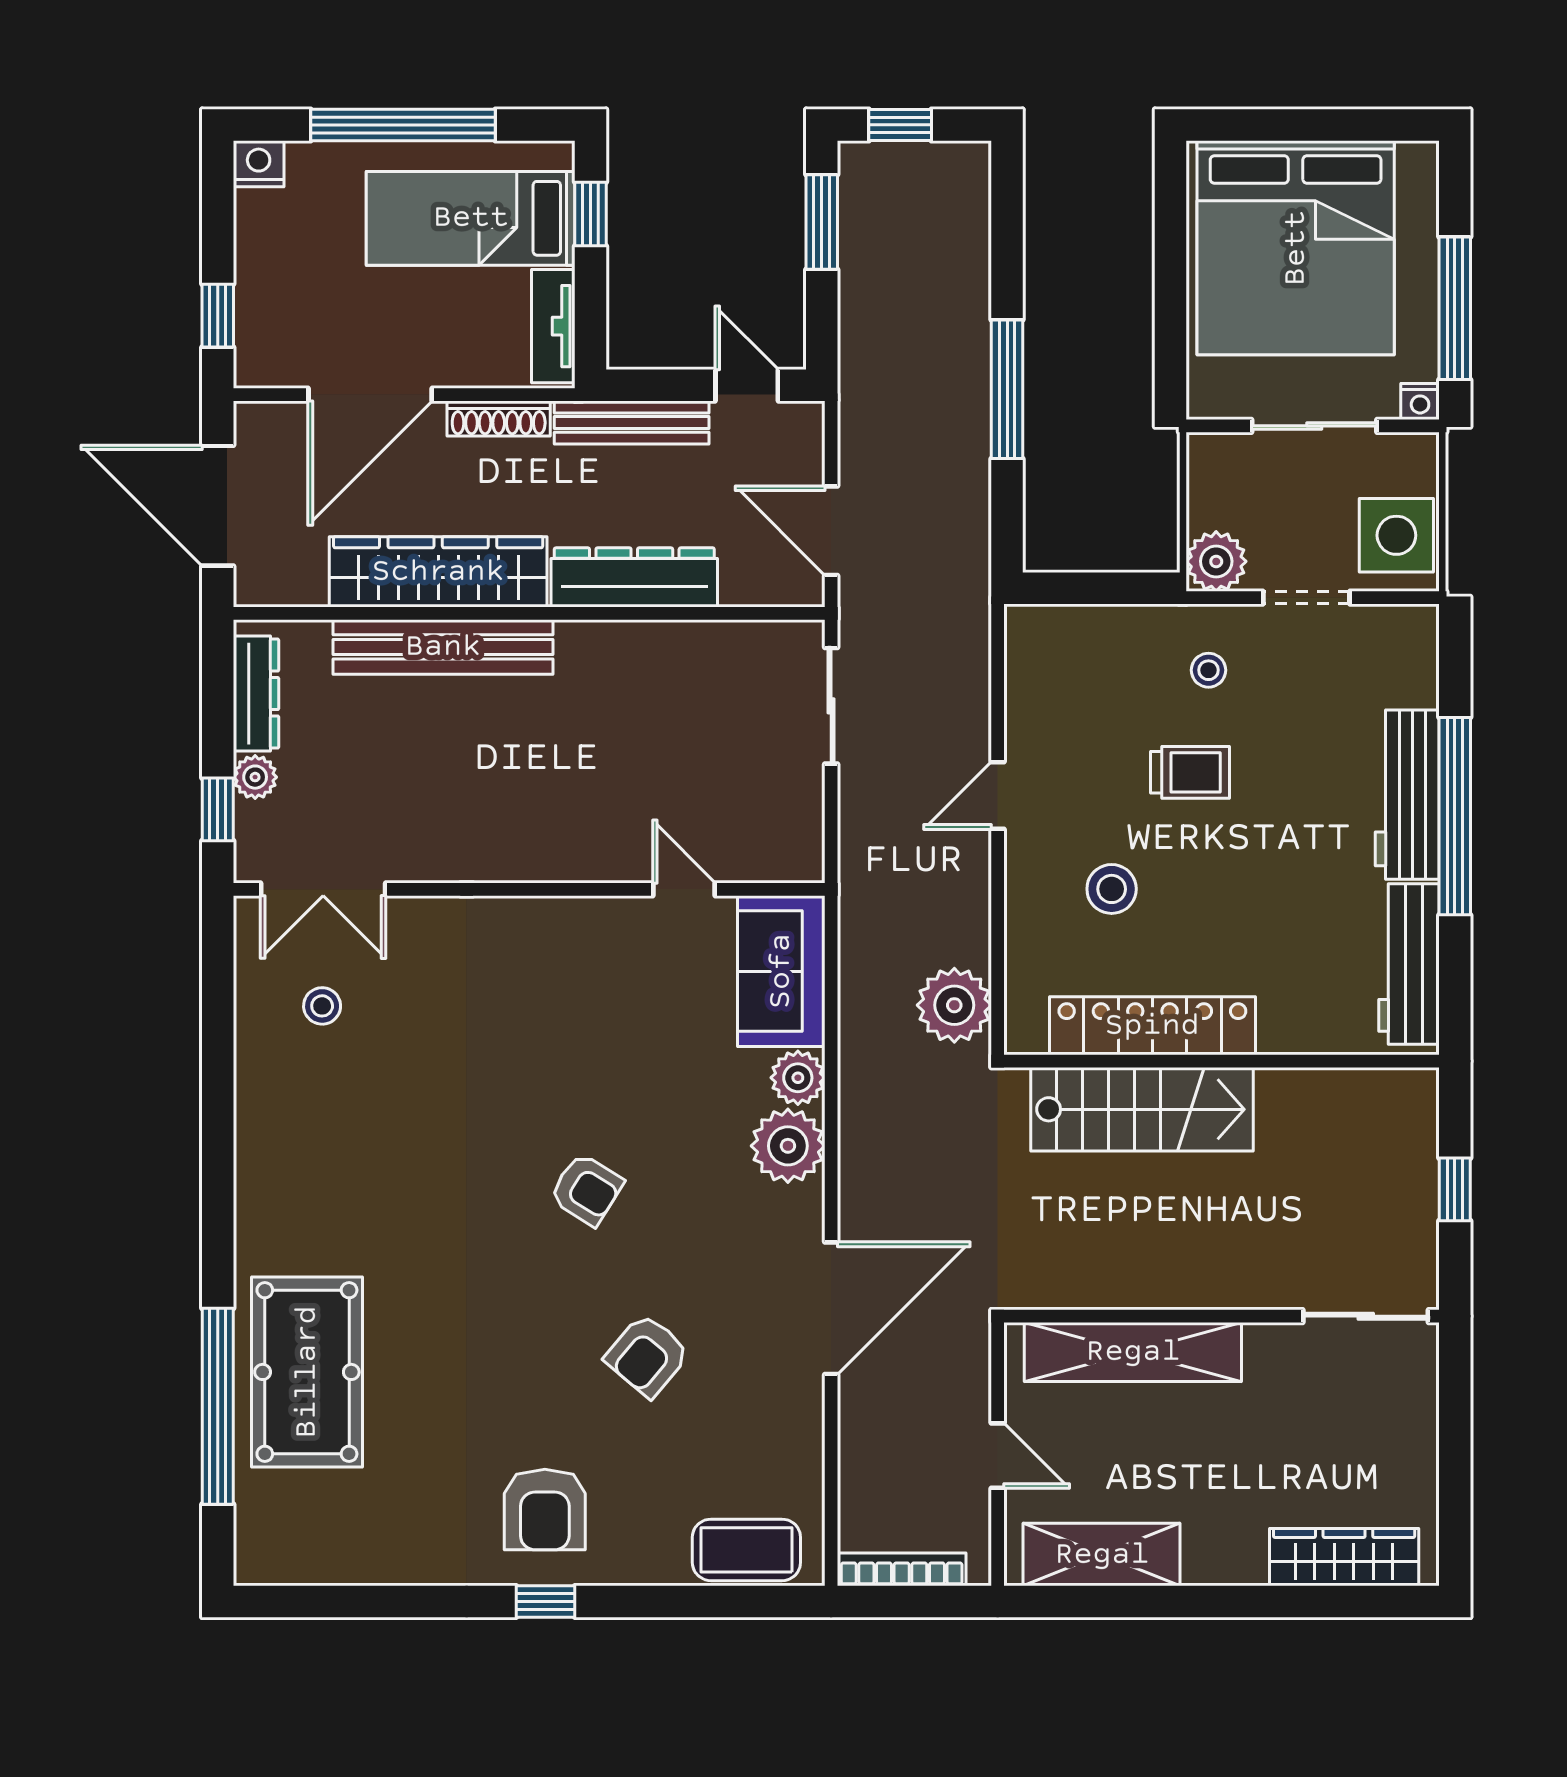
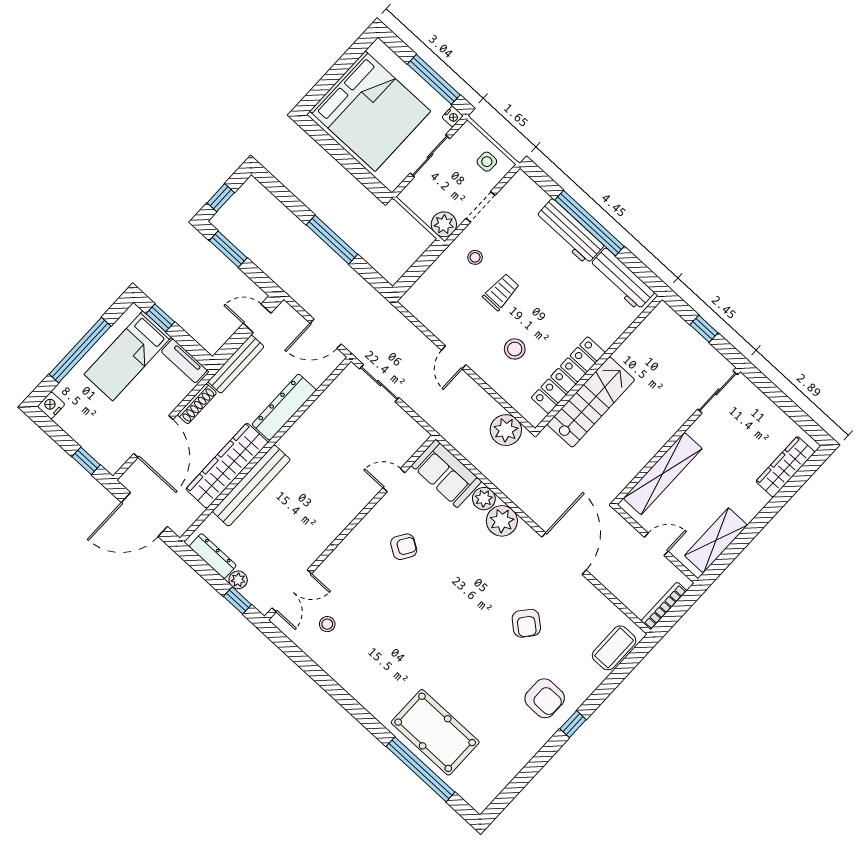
side table: (1396, 535) -> (487, 162), width x0.54, depth x0.54
armchair: (586, 1189) -> (404, 547), moved

